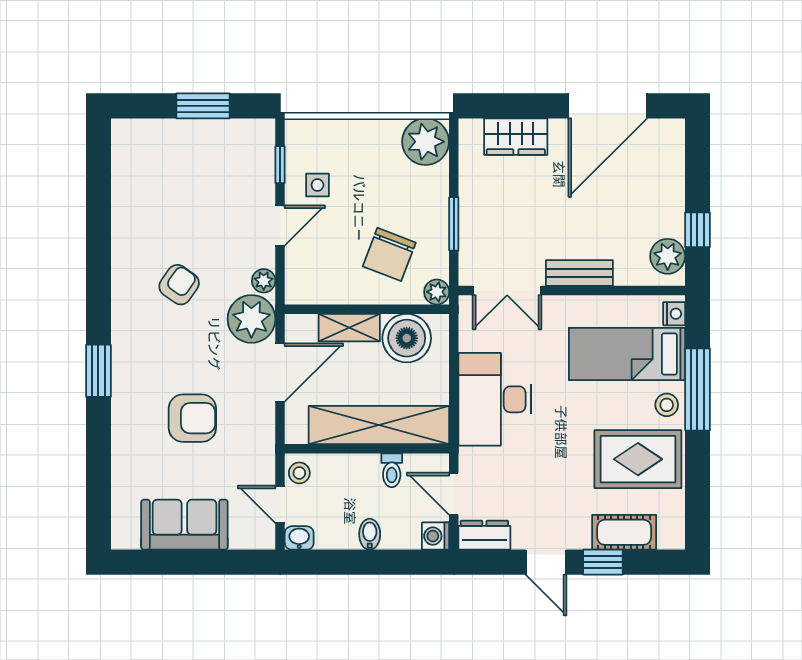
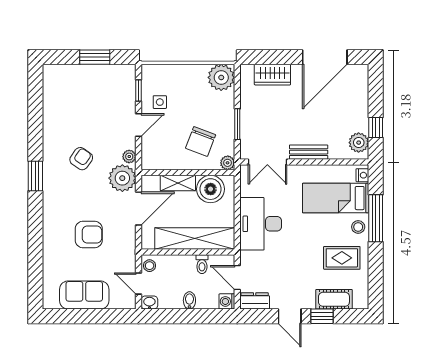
window: (98, 371) -> (35, 176), moved
rug: (638, 459) -> (342, 258), width x0.73, depth x0.70

